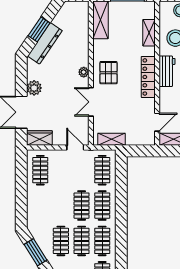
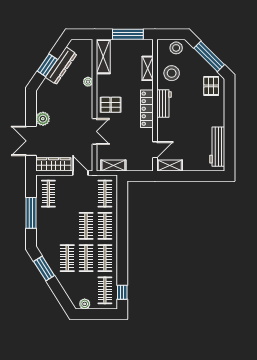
dresser: (45, 43) -> (61, 66), moved
plant: (84, 72) -> (88, 82), moved
pallet: (108, 73) -> (111, 105), turned 90
double door: (91, 102) -> (95, 131), swing flipped
wardrobe: (39, 138) -> (53, 164), width x1.50
window: (21, 191) -> (31, 213), added

